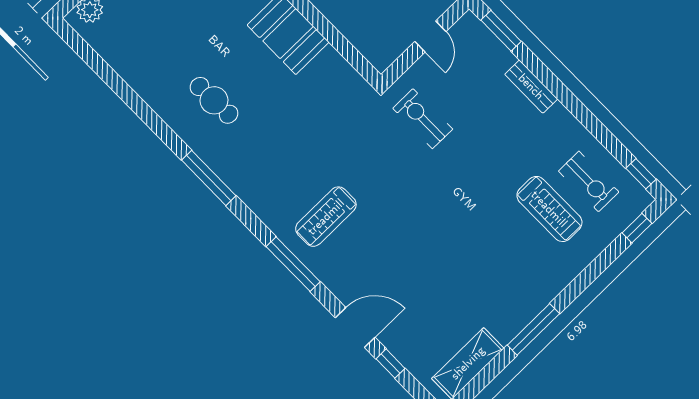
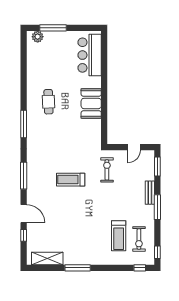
window: (567, 98) -> (157, 207), added
treadmill: (326, 217) -> (71, 180), moved

